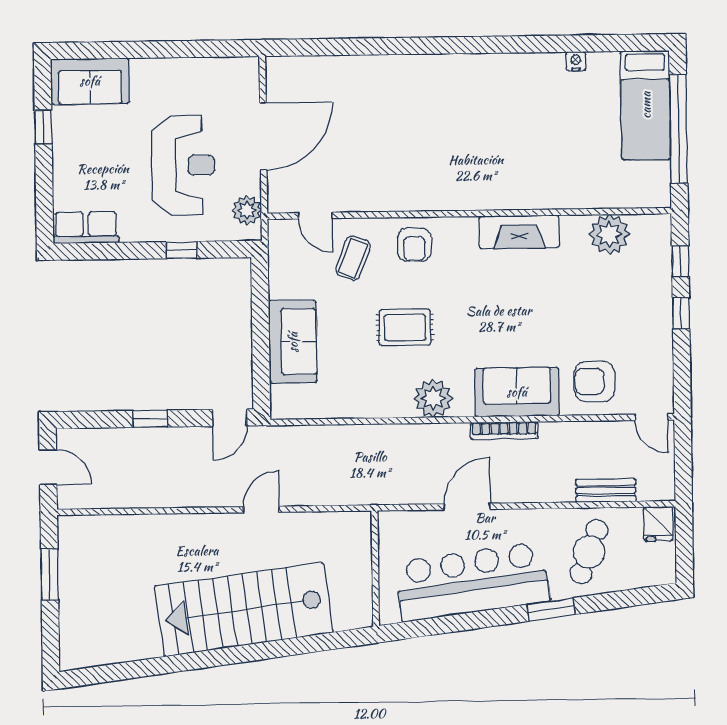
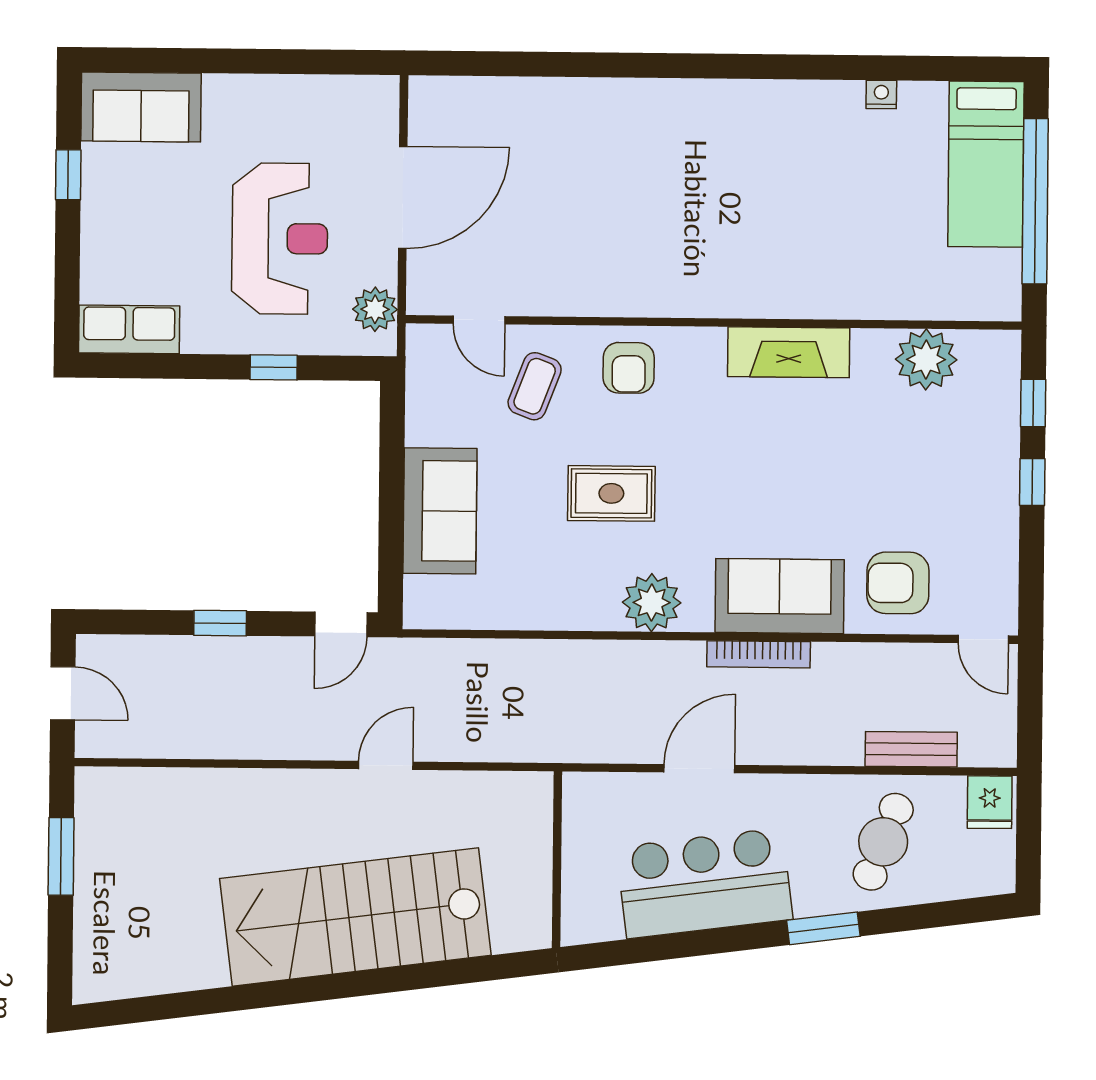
bar counter: (472, 582) -> (704, 883), width x0.73

